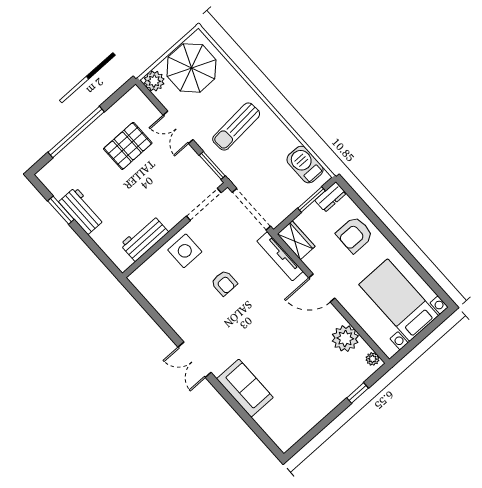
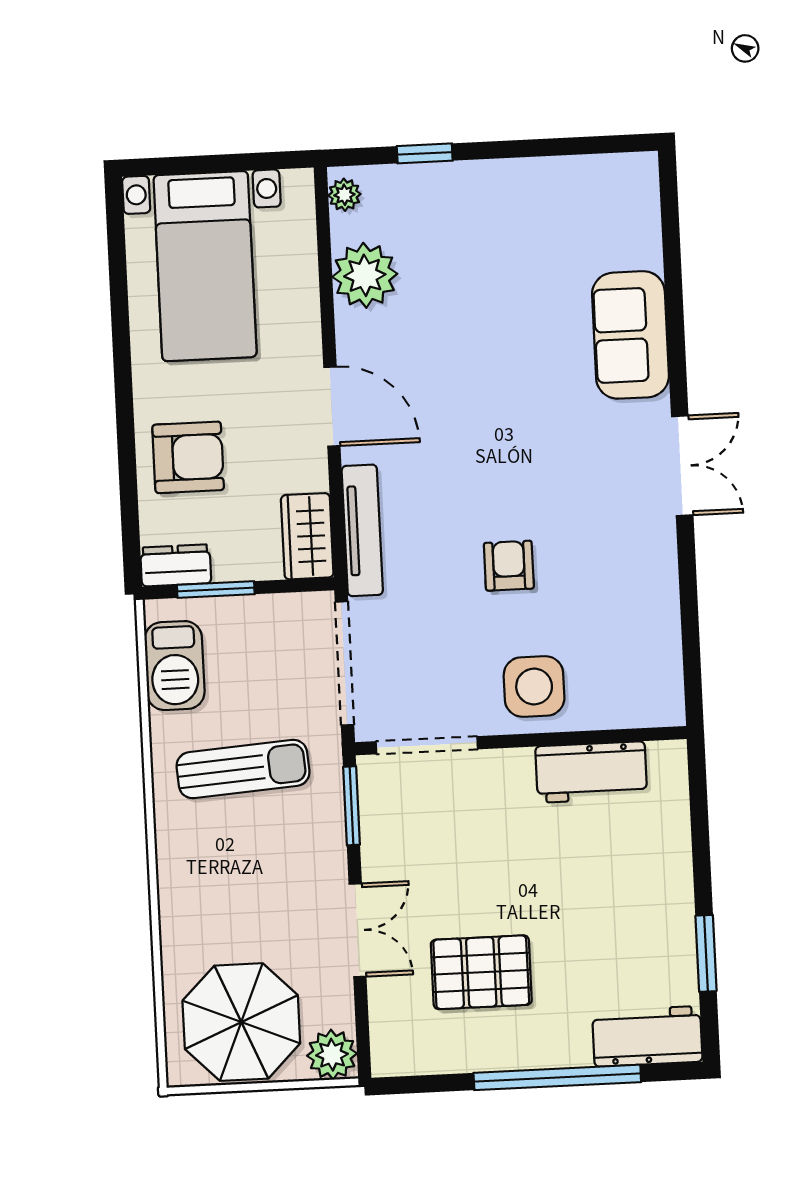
sun lounger: (236, 127) -> (243, 769), moved
workbench: (82, 211) -> (647, 1036), moved, turned 90

